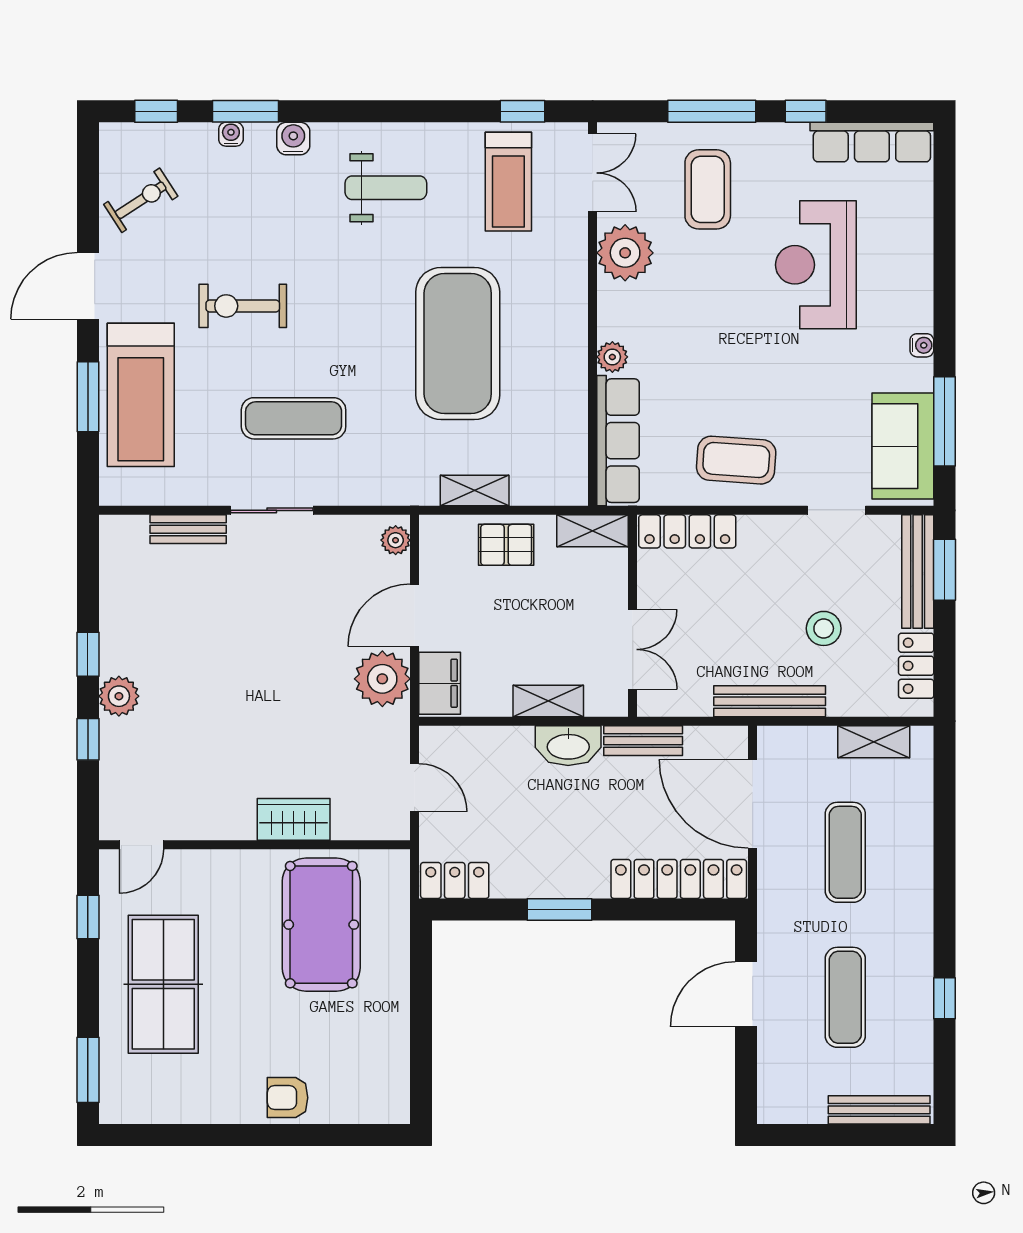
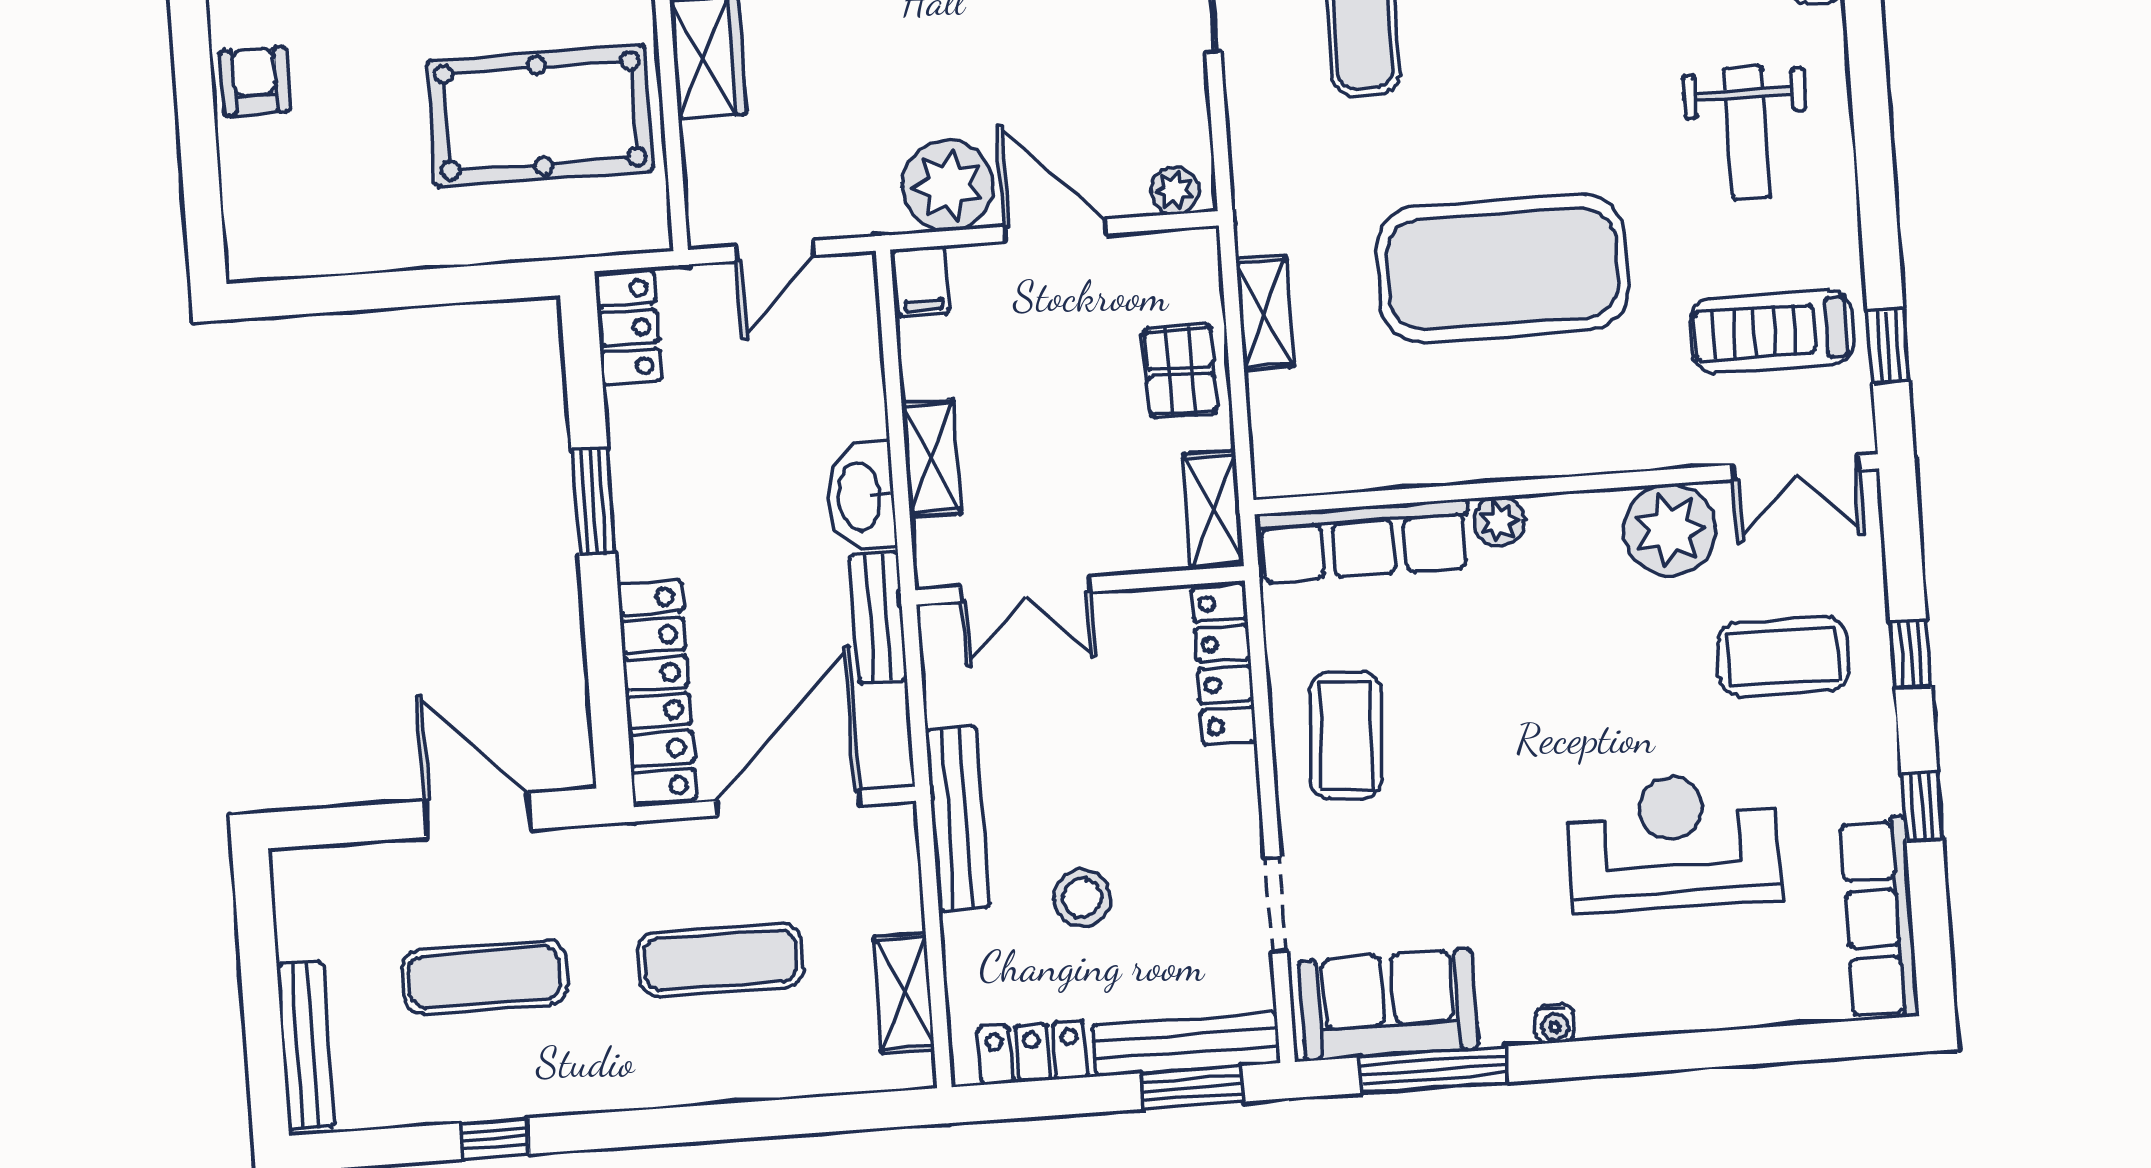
window: (712, 111) -> (1911, 654), width x0.46
filing cabinet: (440, 683) -> (922, 281), width x0.50

